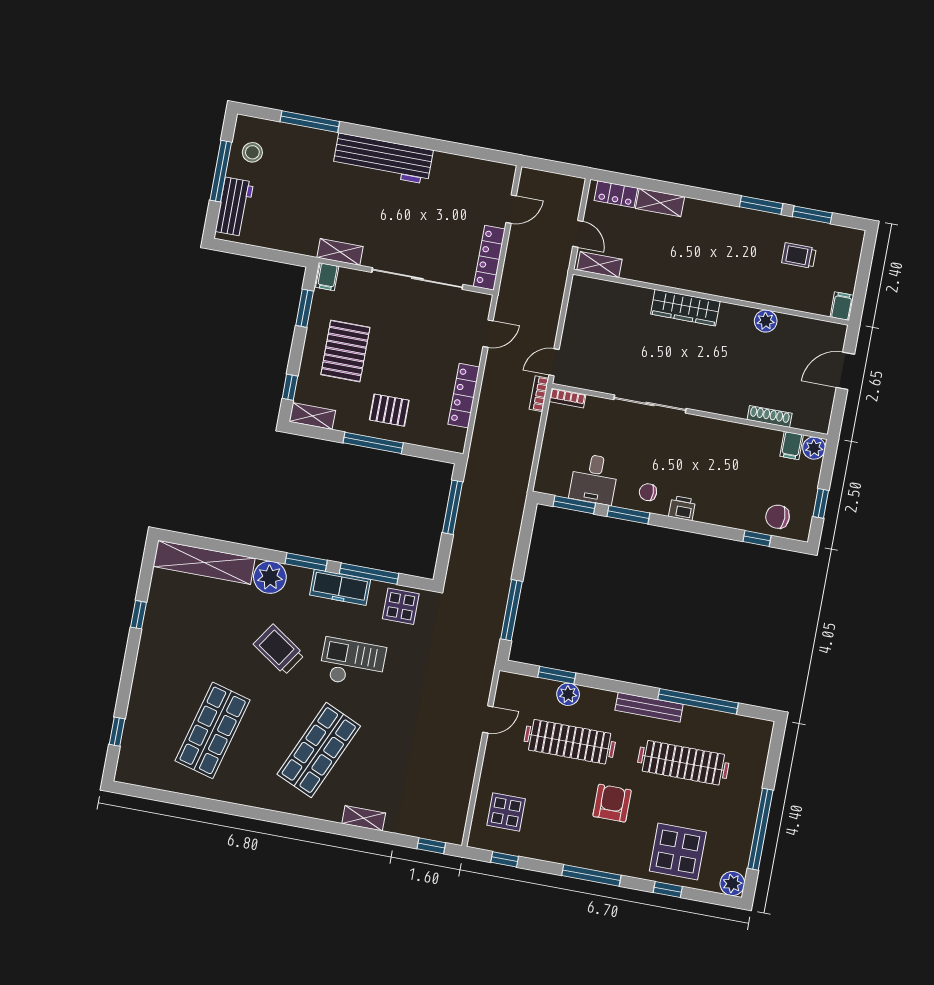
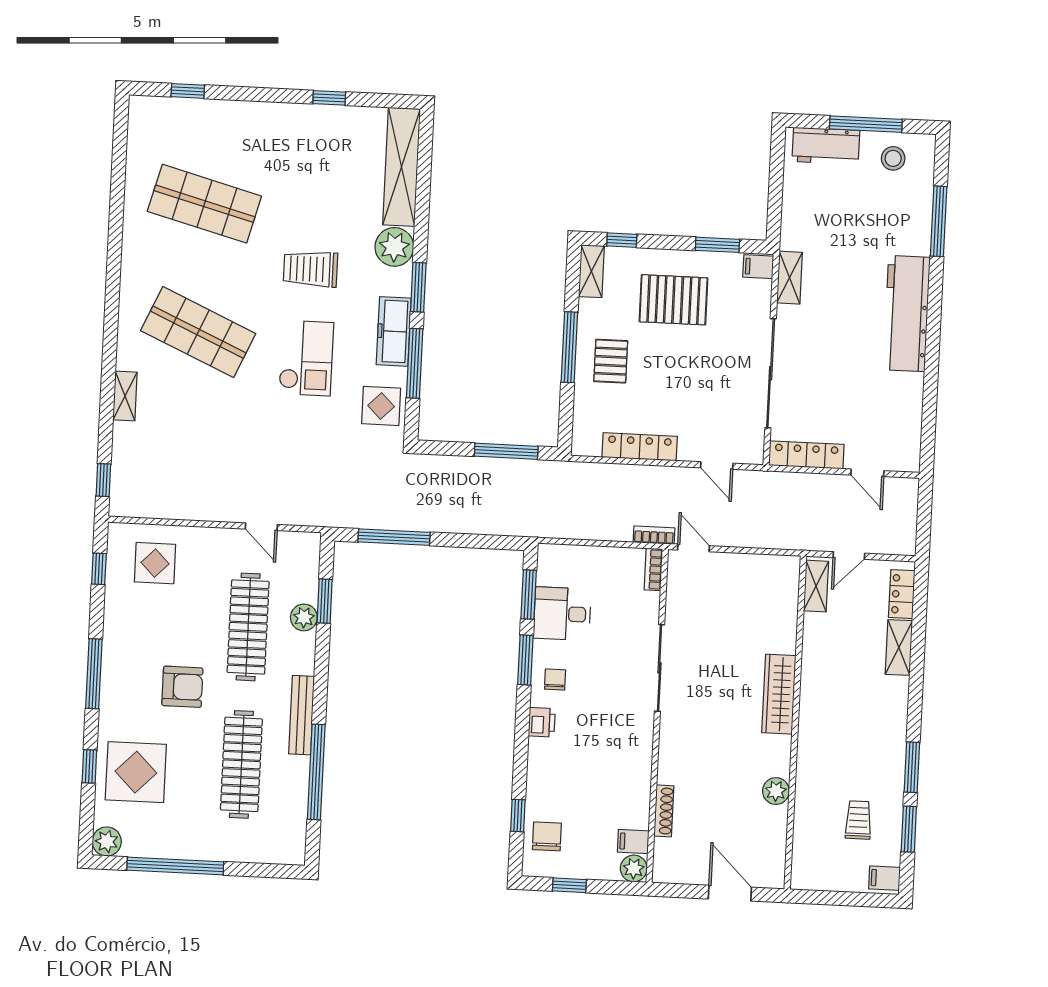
filing cabinet: (842, 306) -> (885, 878), moved, turned 180
trolley: (279, 650) -> (310, 269), turned -124

